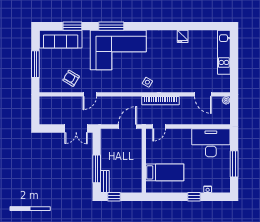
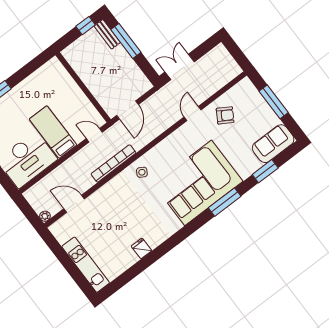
sofa: (61, 39) -> (273, 144), width x0.73
door: (159, 126) -> (94, 135), hinge flipped
bed: (165, 172) -> (53, 132), moved, turned 90

